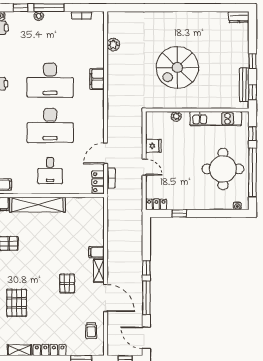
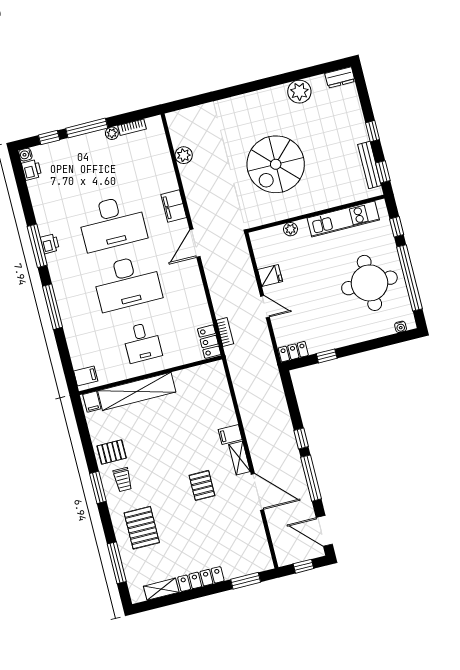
plant: (39, 16) -> (112, 133), moved
plant: (207, 20) -> (299, 92), added
door: (106, 153) -> (195, 243), moved
trolley: (91, 331) -> (123, 480), moved

